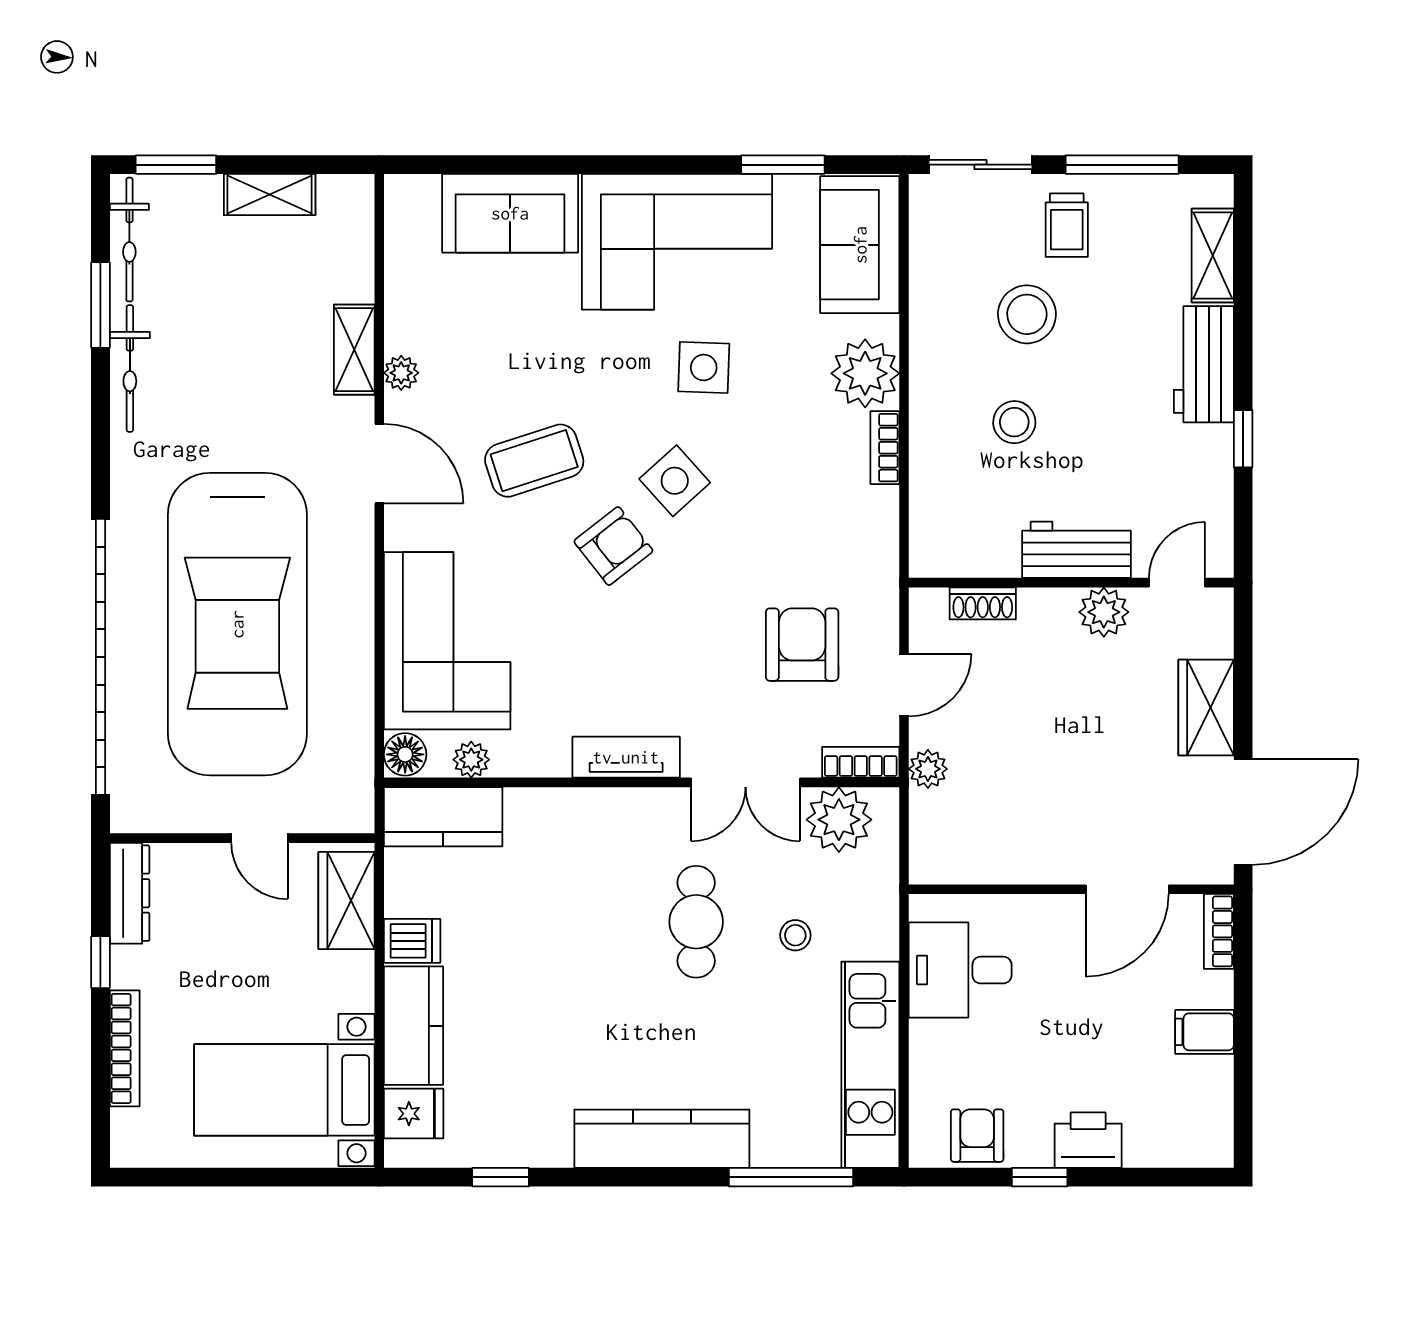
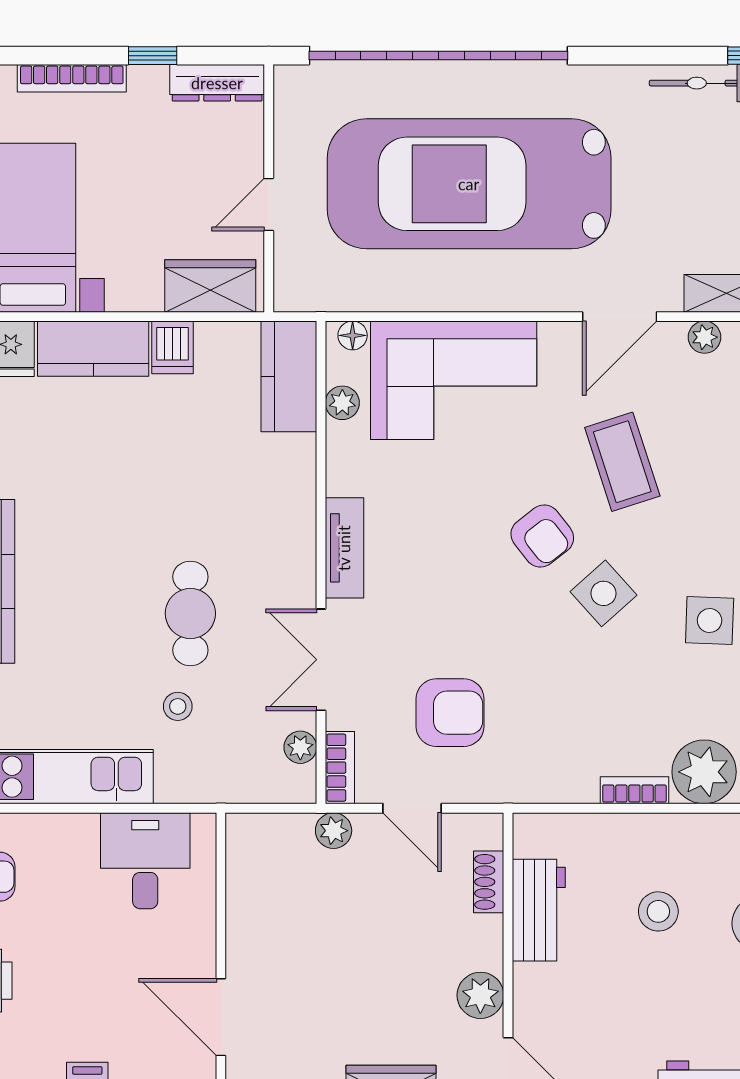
workbench: (1076, 550) -> (539, 910), moved
floor lamp: (405, 754) -> (353, 335), width x0.73, depth x0.73
plant: (839, 820) -> (300, 747), width x0.53, depth x0.53
cafe table: (696, 922) -> (190, 613), turned 90

